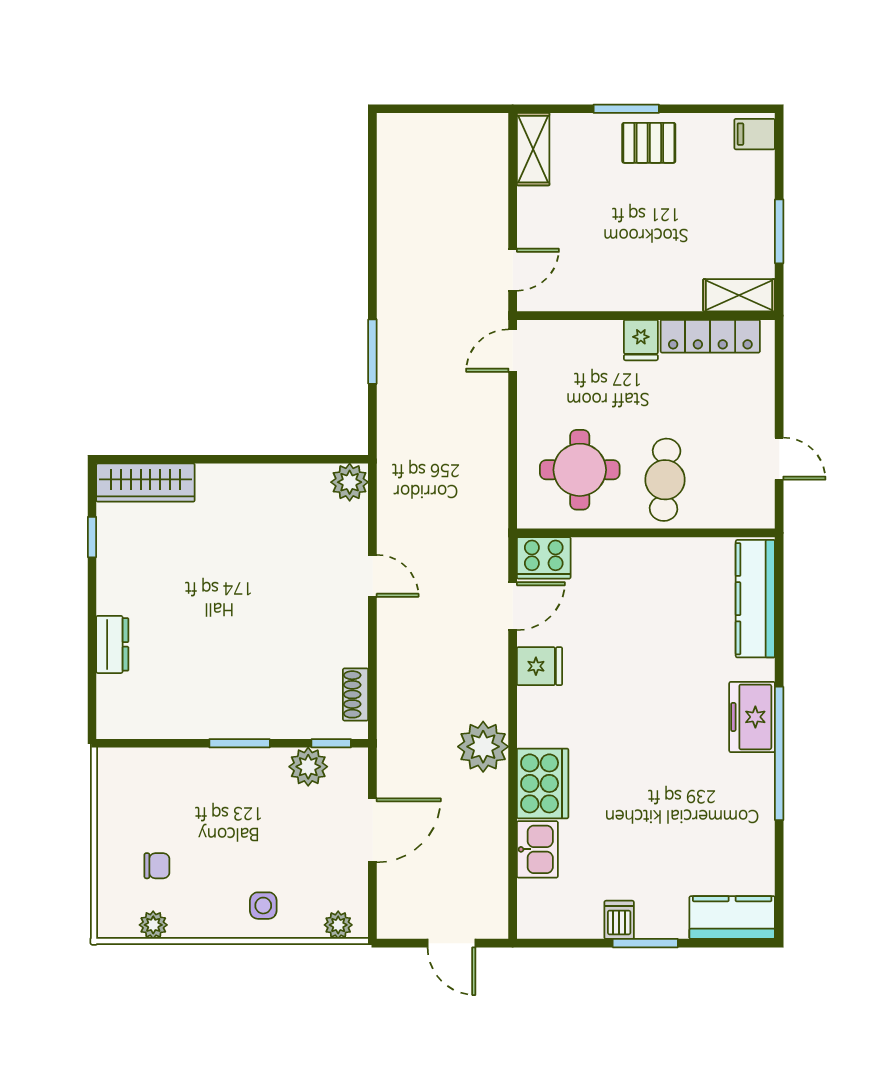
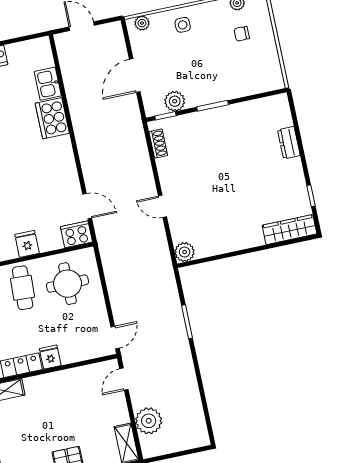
door: (513, 606) -> (87, 206), swing flipped
fridge: (540, 666) -> (27, 244), moved, turned 90
plant: (483, 747) -> (149, 421), moved

